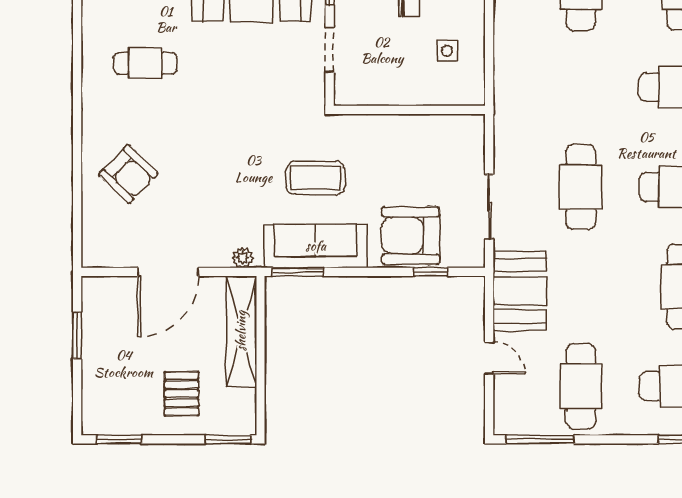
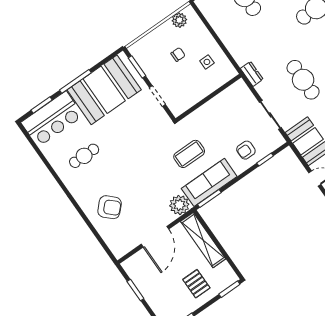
dresser: (505, 120) -> (252, 74), added
armchair: (411, 235) -> (246, 150), width x0.53, depth x0.53
plant: (243, 258) -> (179, 205), width x1.88, depth x1.88

